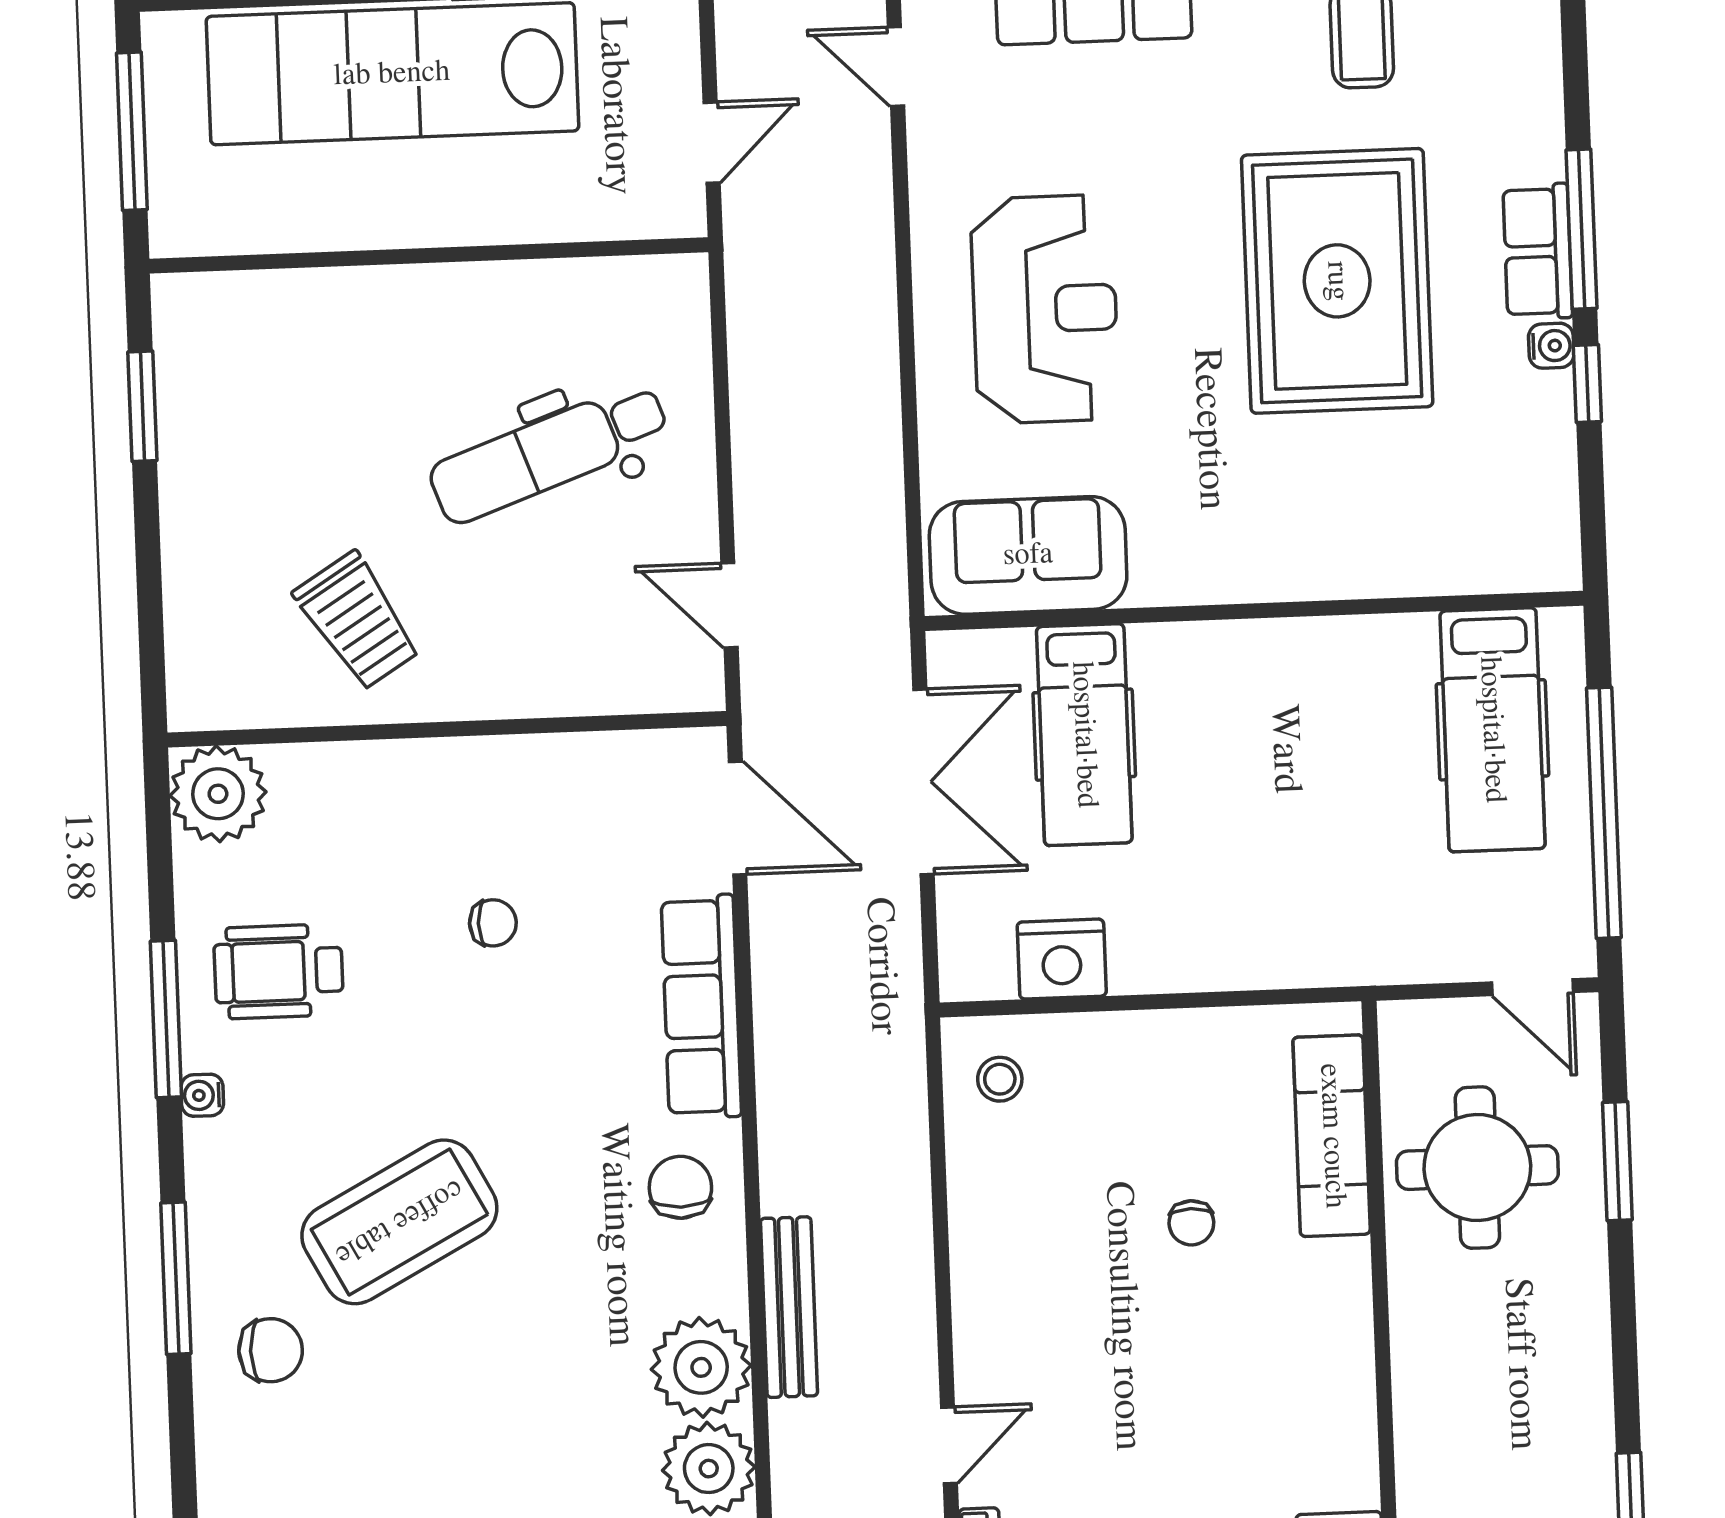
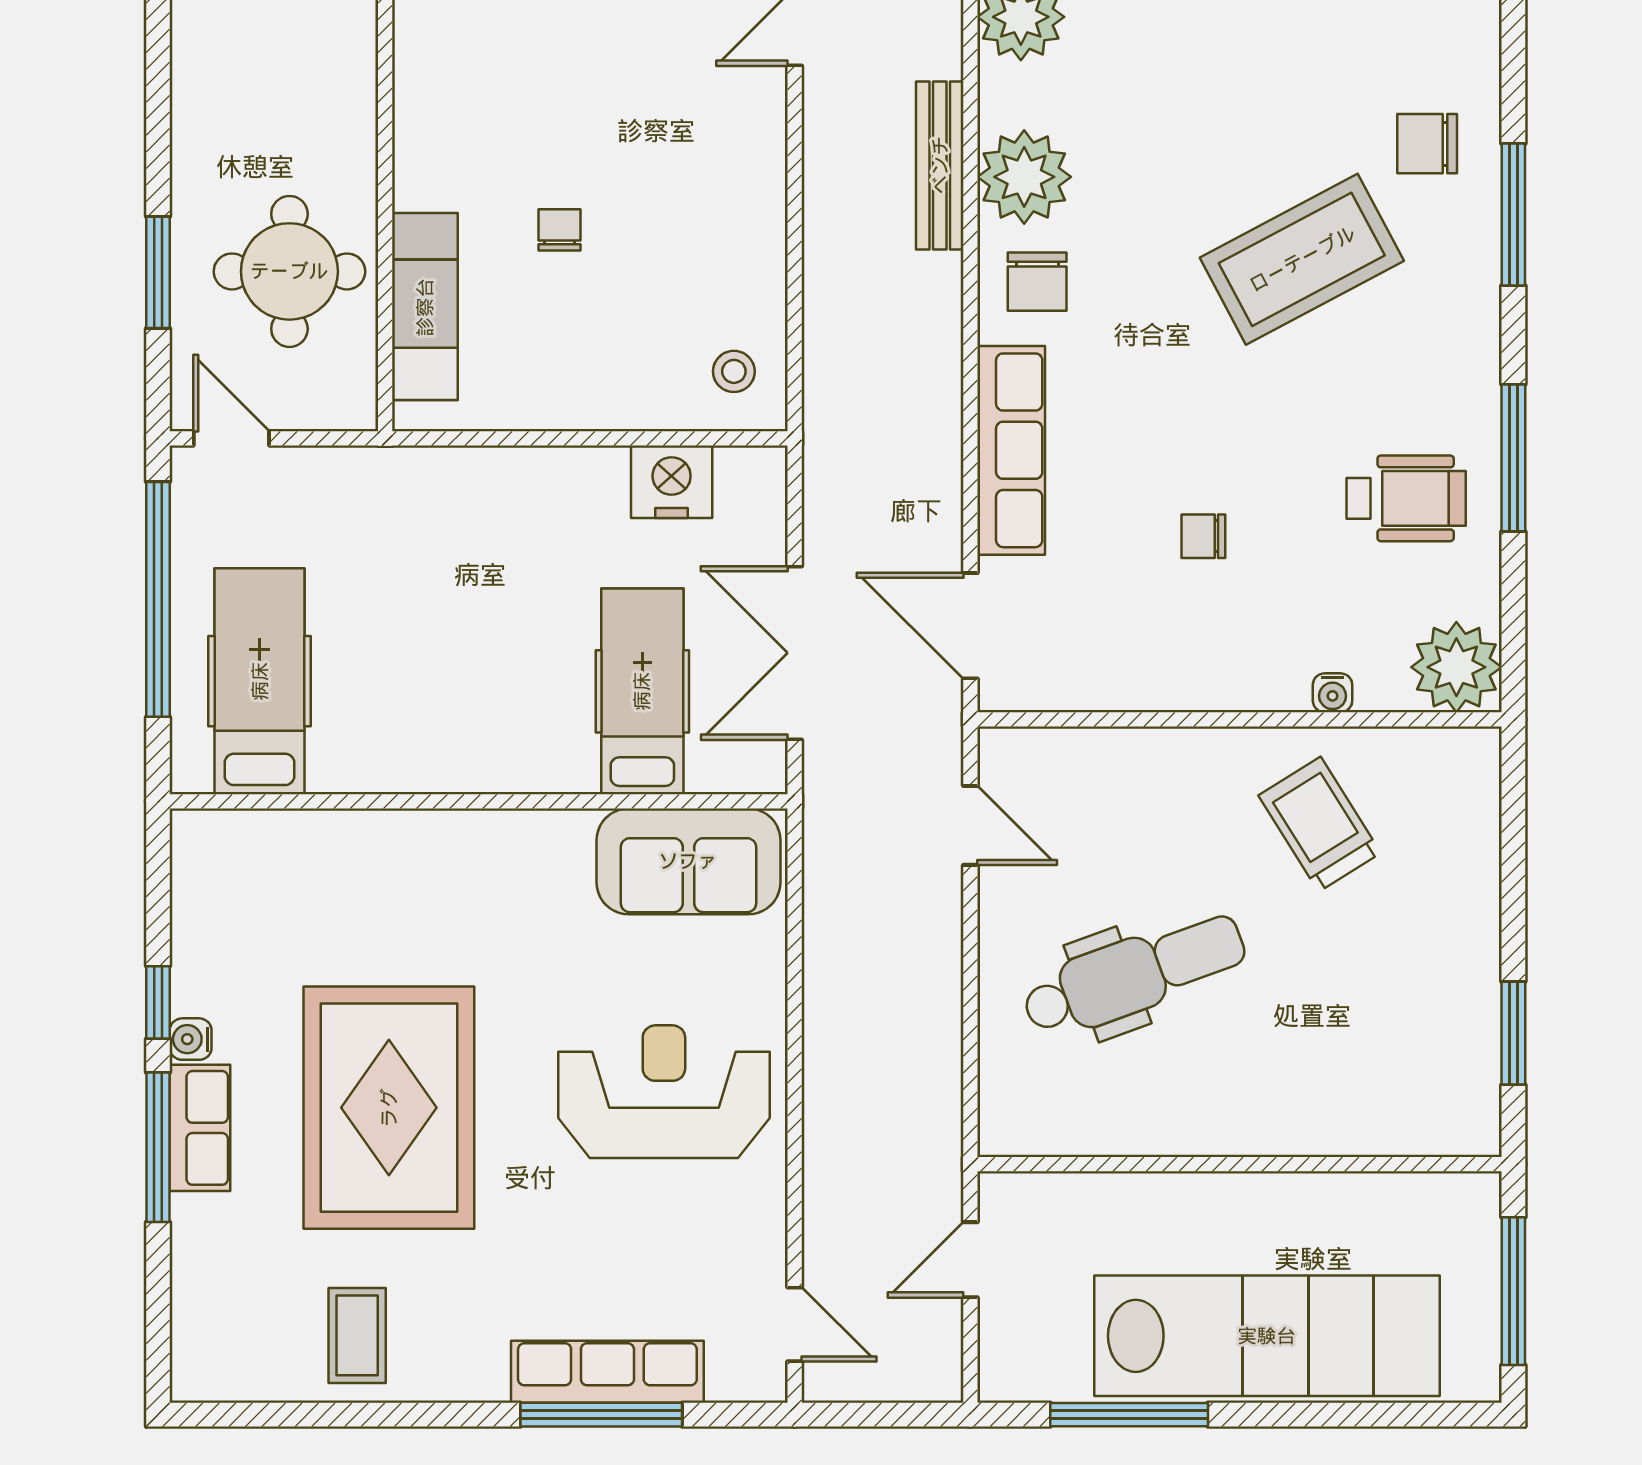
reception desk: (1045, 309) -> (664, 1092), turned 90
water cooler: (202, 1095) -> (1333, 693), moved, turned 90
plant: (701, 1367) -> (1024, 177), moved

